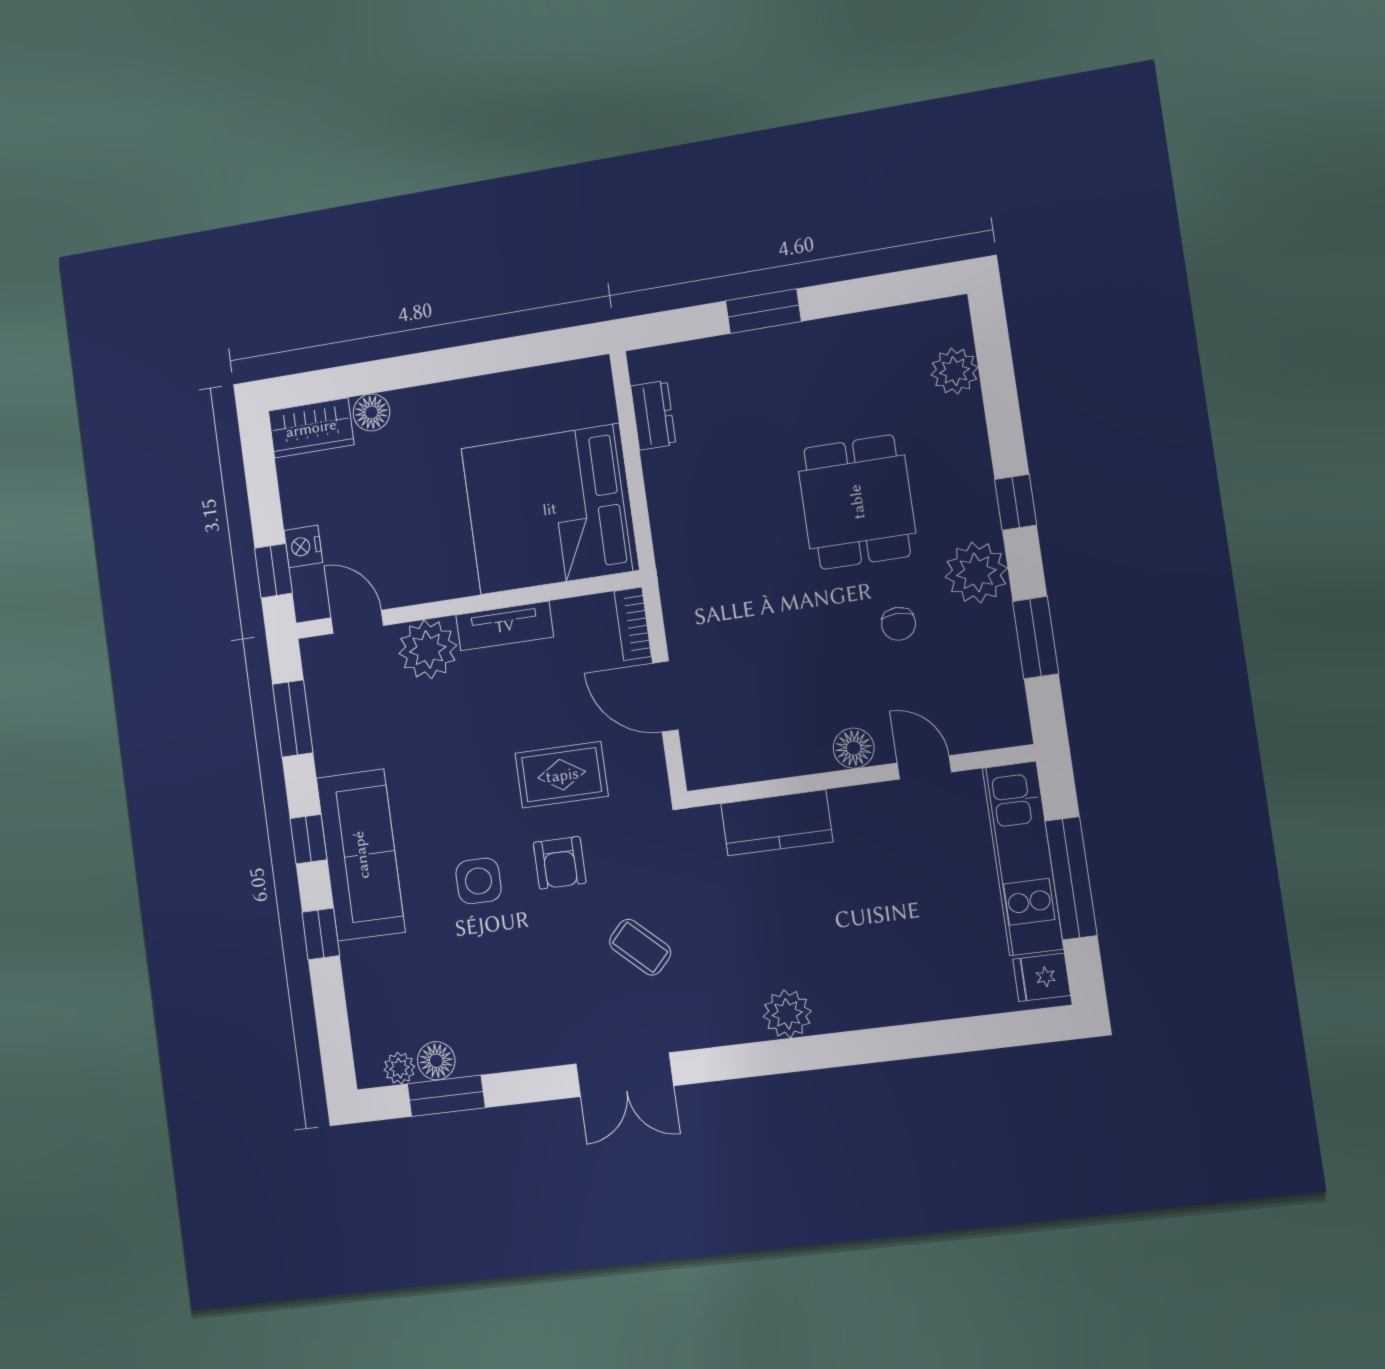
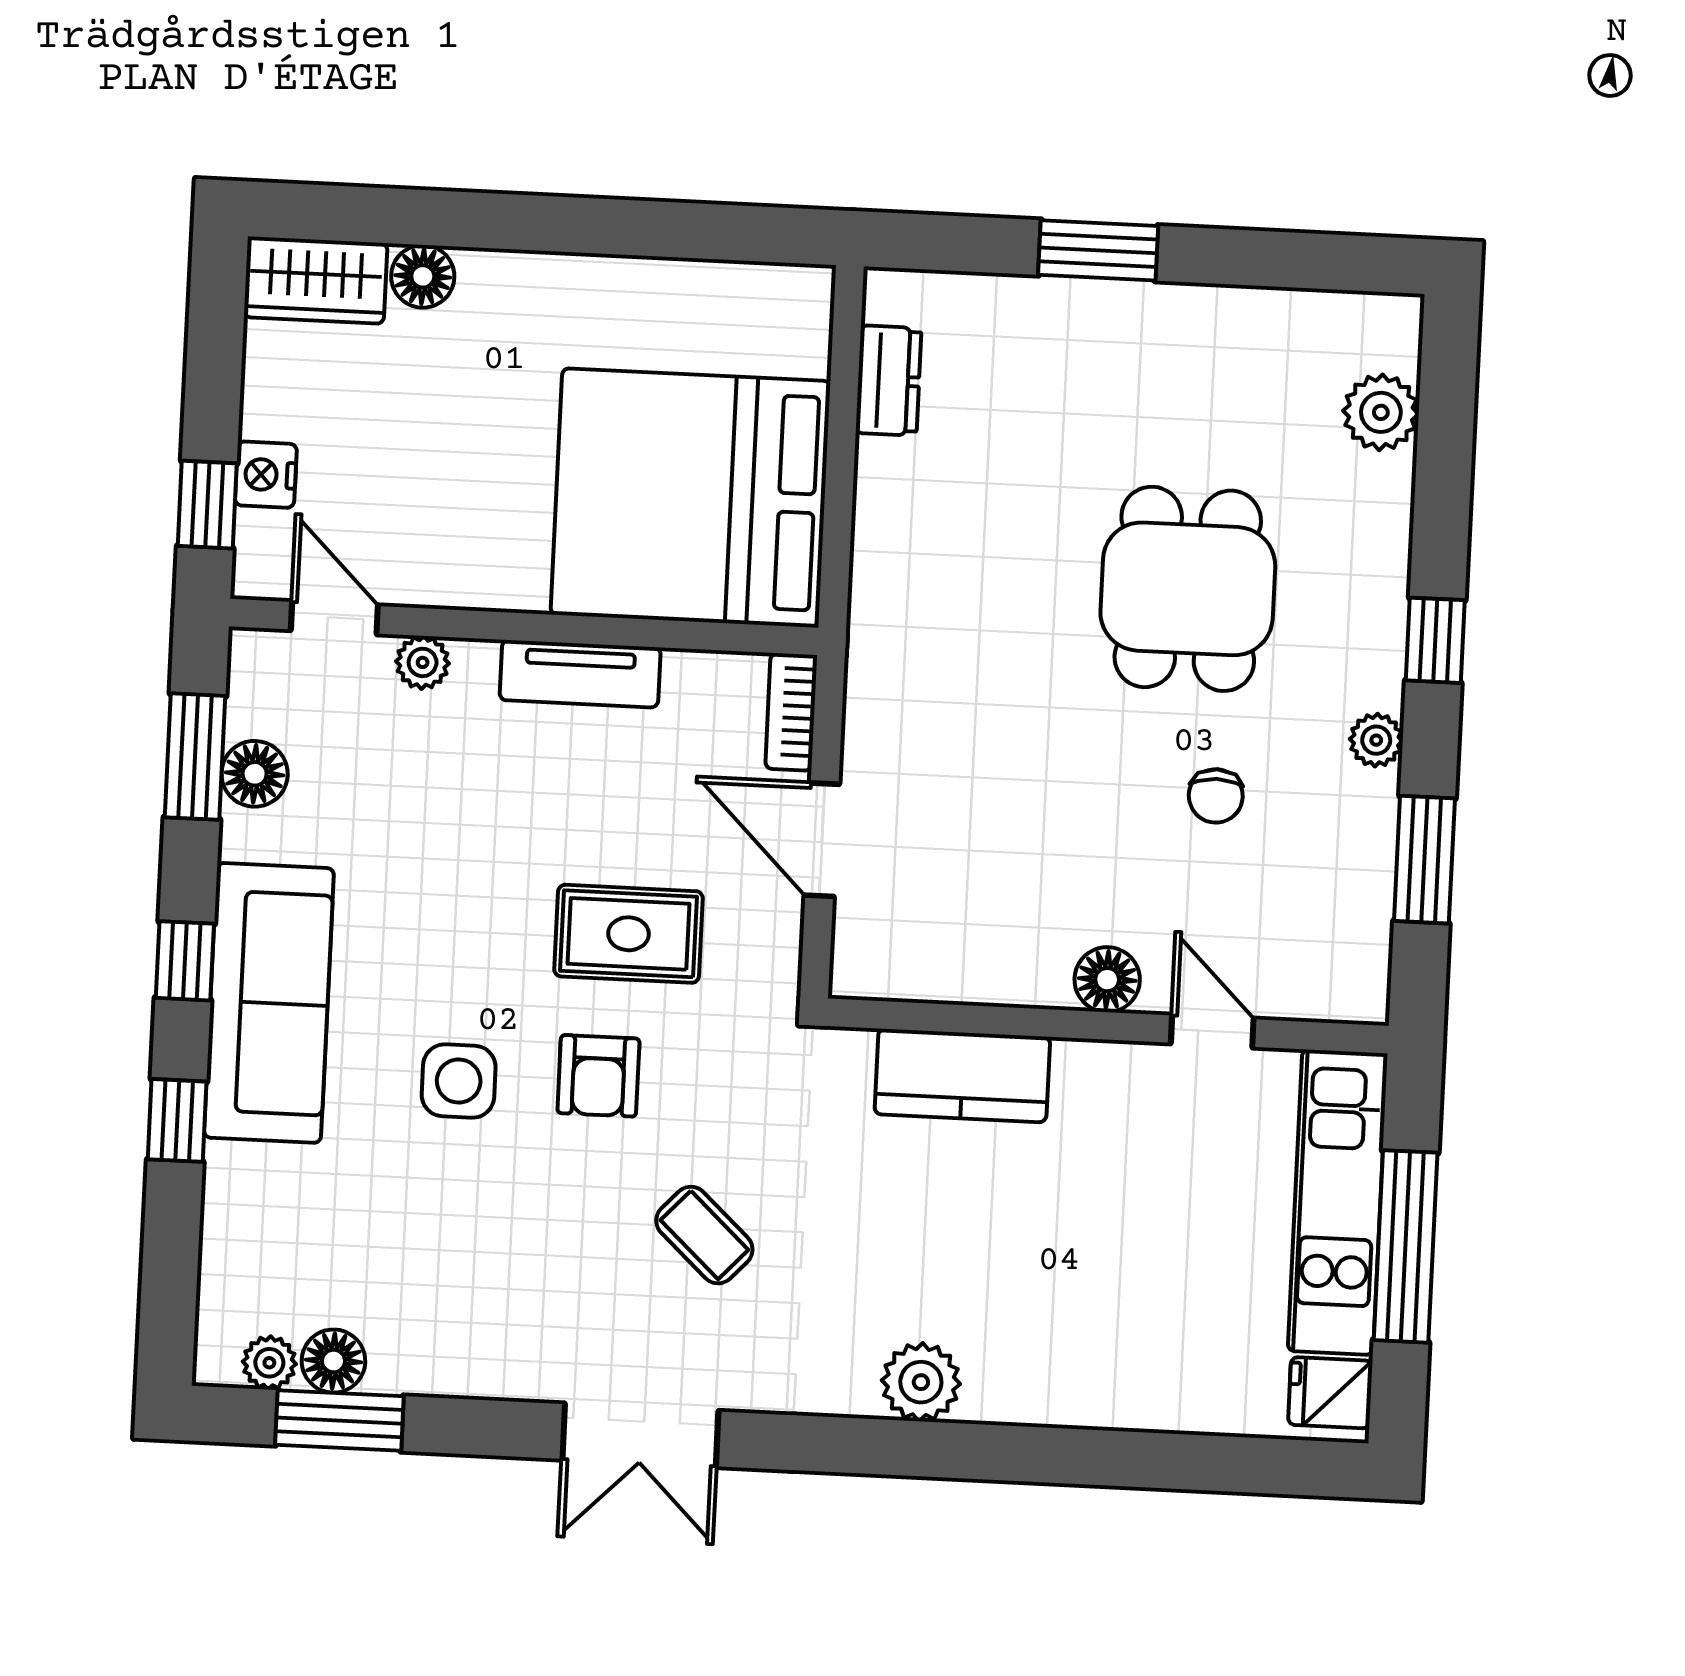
plant: (976, 573) -> (1376, 740), width x0.53, depth x0.53
plant: (428, 649) -> (423, 662), width x0.53, depth x0.53
floor lamp: (328, 722) -> (255, 774), added

